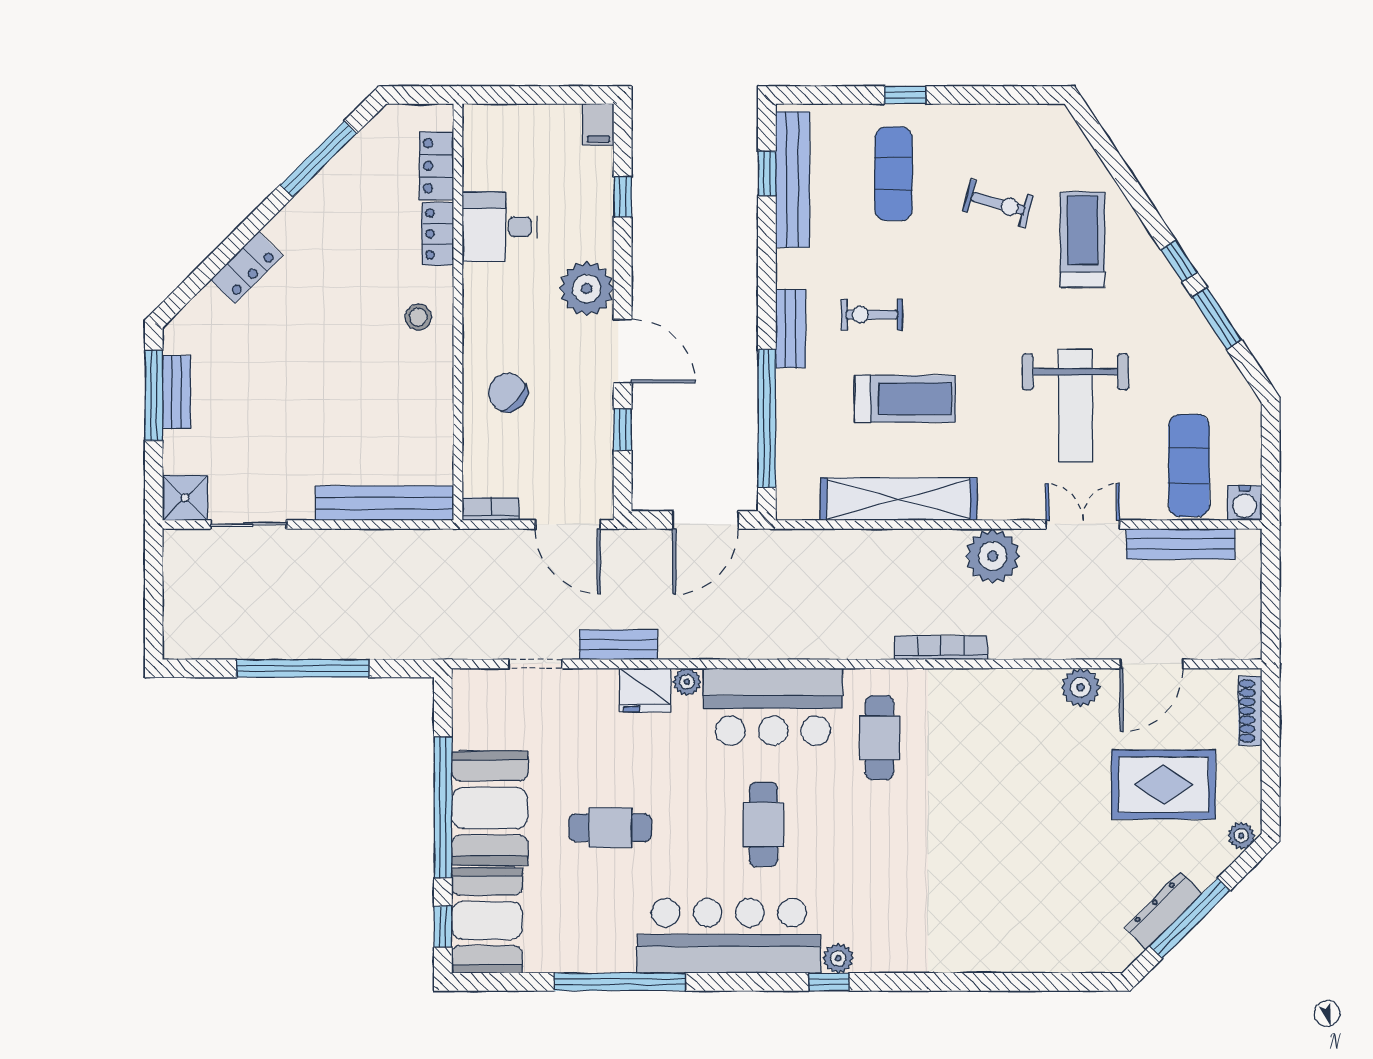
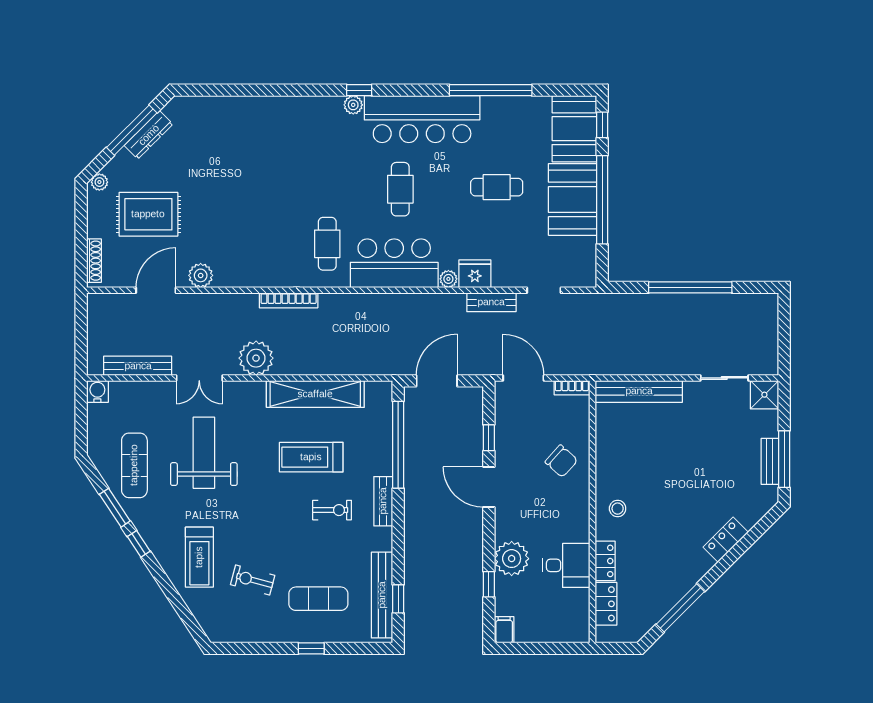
exercise mat: (894, 174) -> (318, 599), turned 90
plant: (587, 289) -> (512, 559), moved
exercise mat: (1189, 466) -> (134, 465), moved

